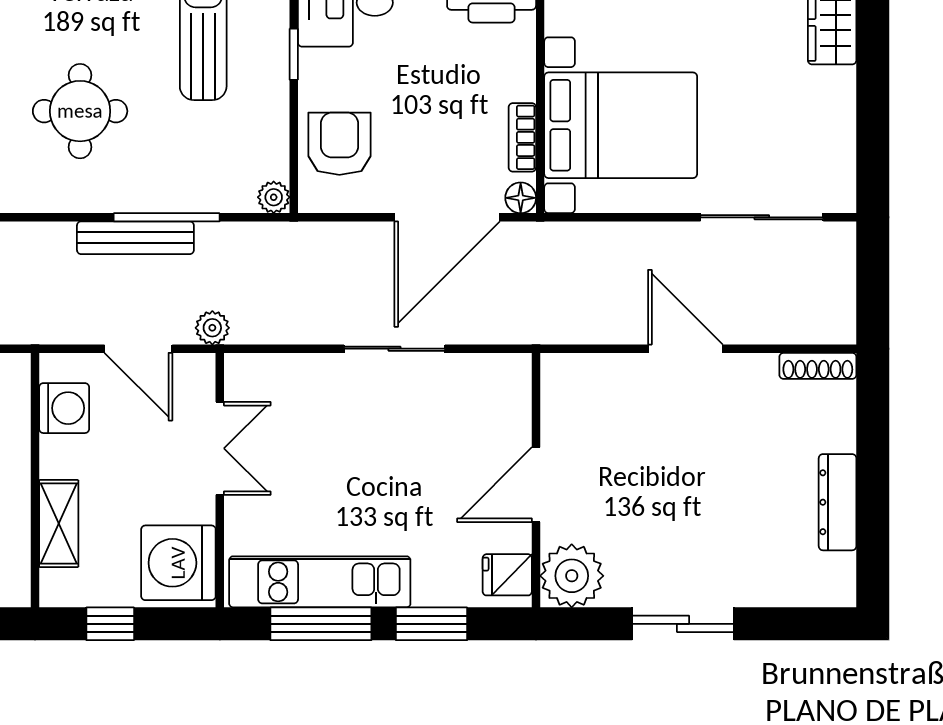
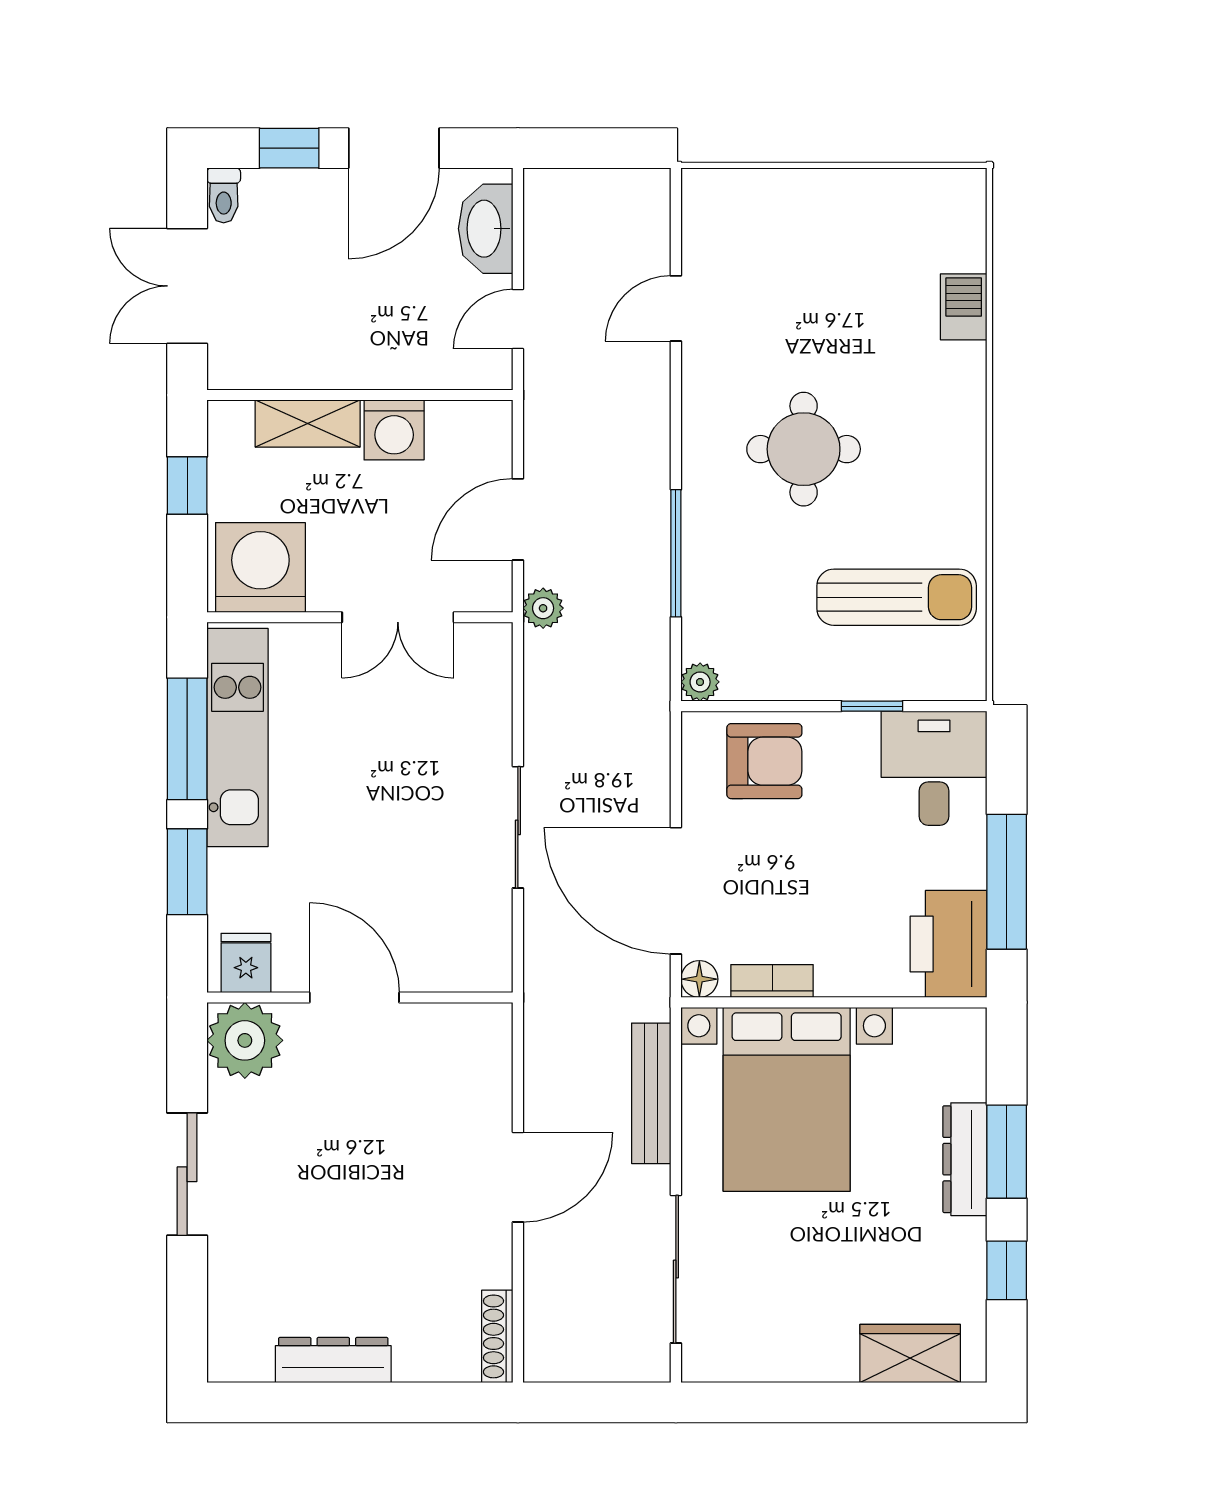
bench: (135, 238) -> (651, 1093), moved
washing machine: (64, 408) -> (394, 430), moved

